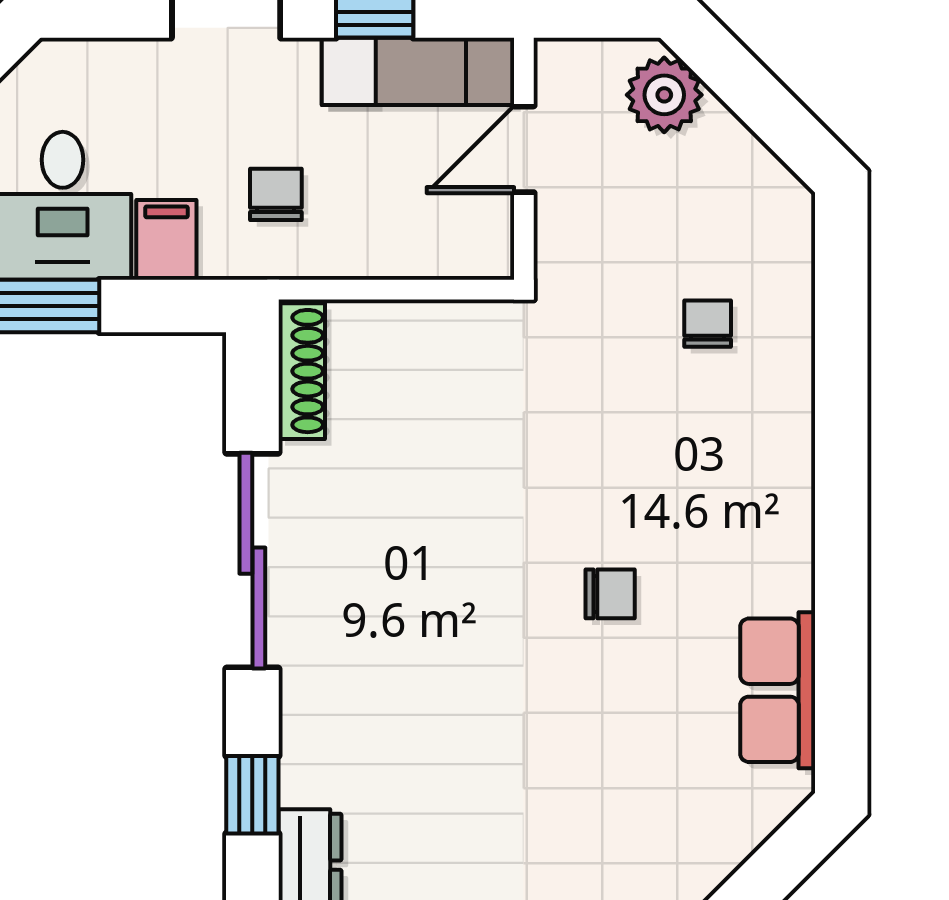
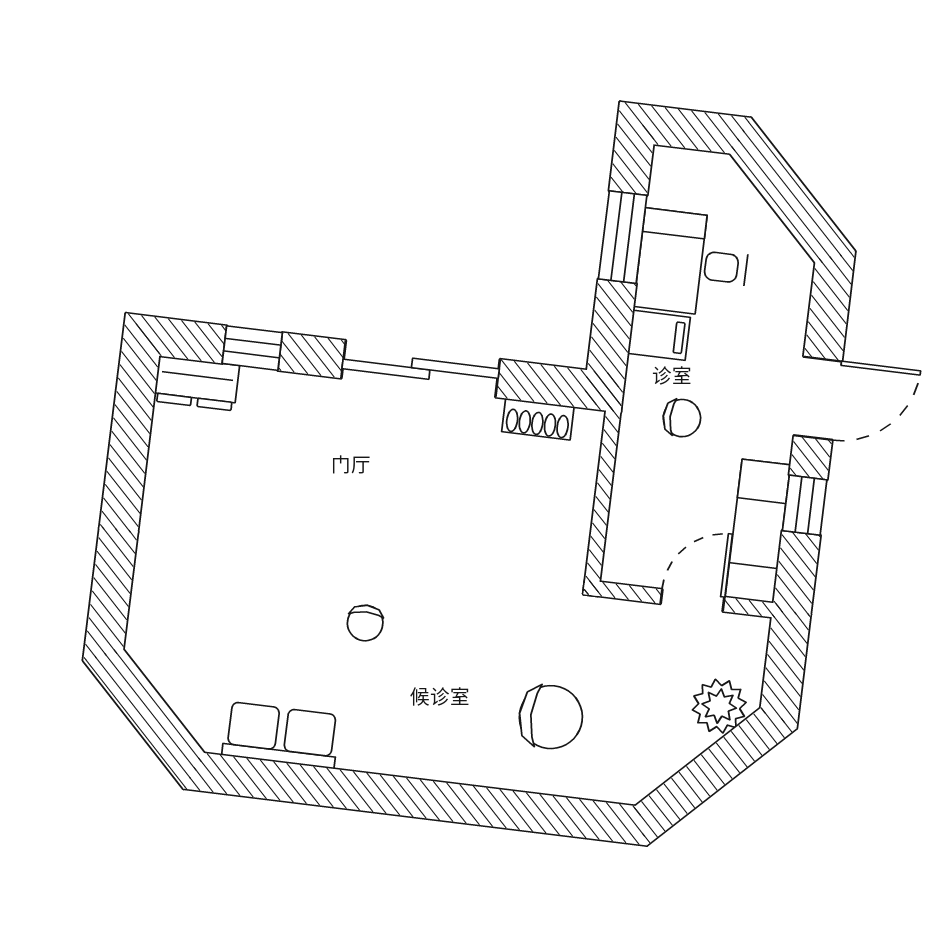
door: (524, 149) -> (692, 600), hinge flipped
chair: (708, 324) -> (551, 717), width x1.87, depth x1.87
shoe rack: (302, 371) -> (538, 419), width x0.70

